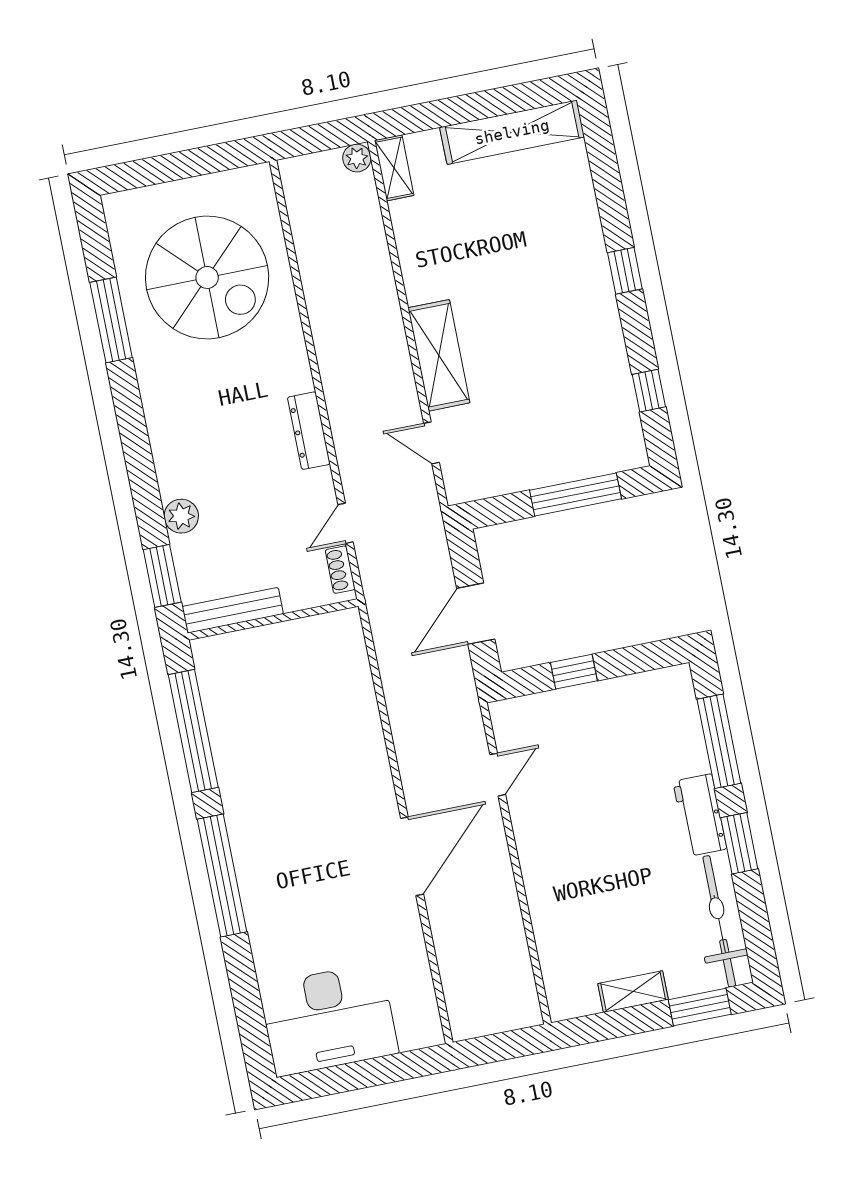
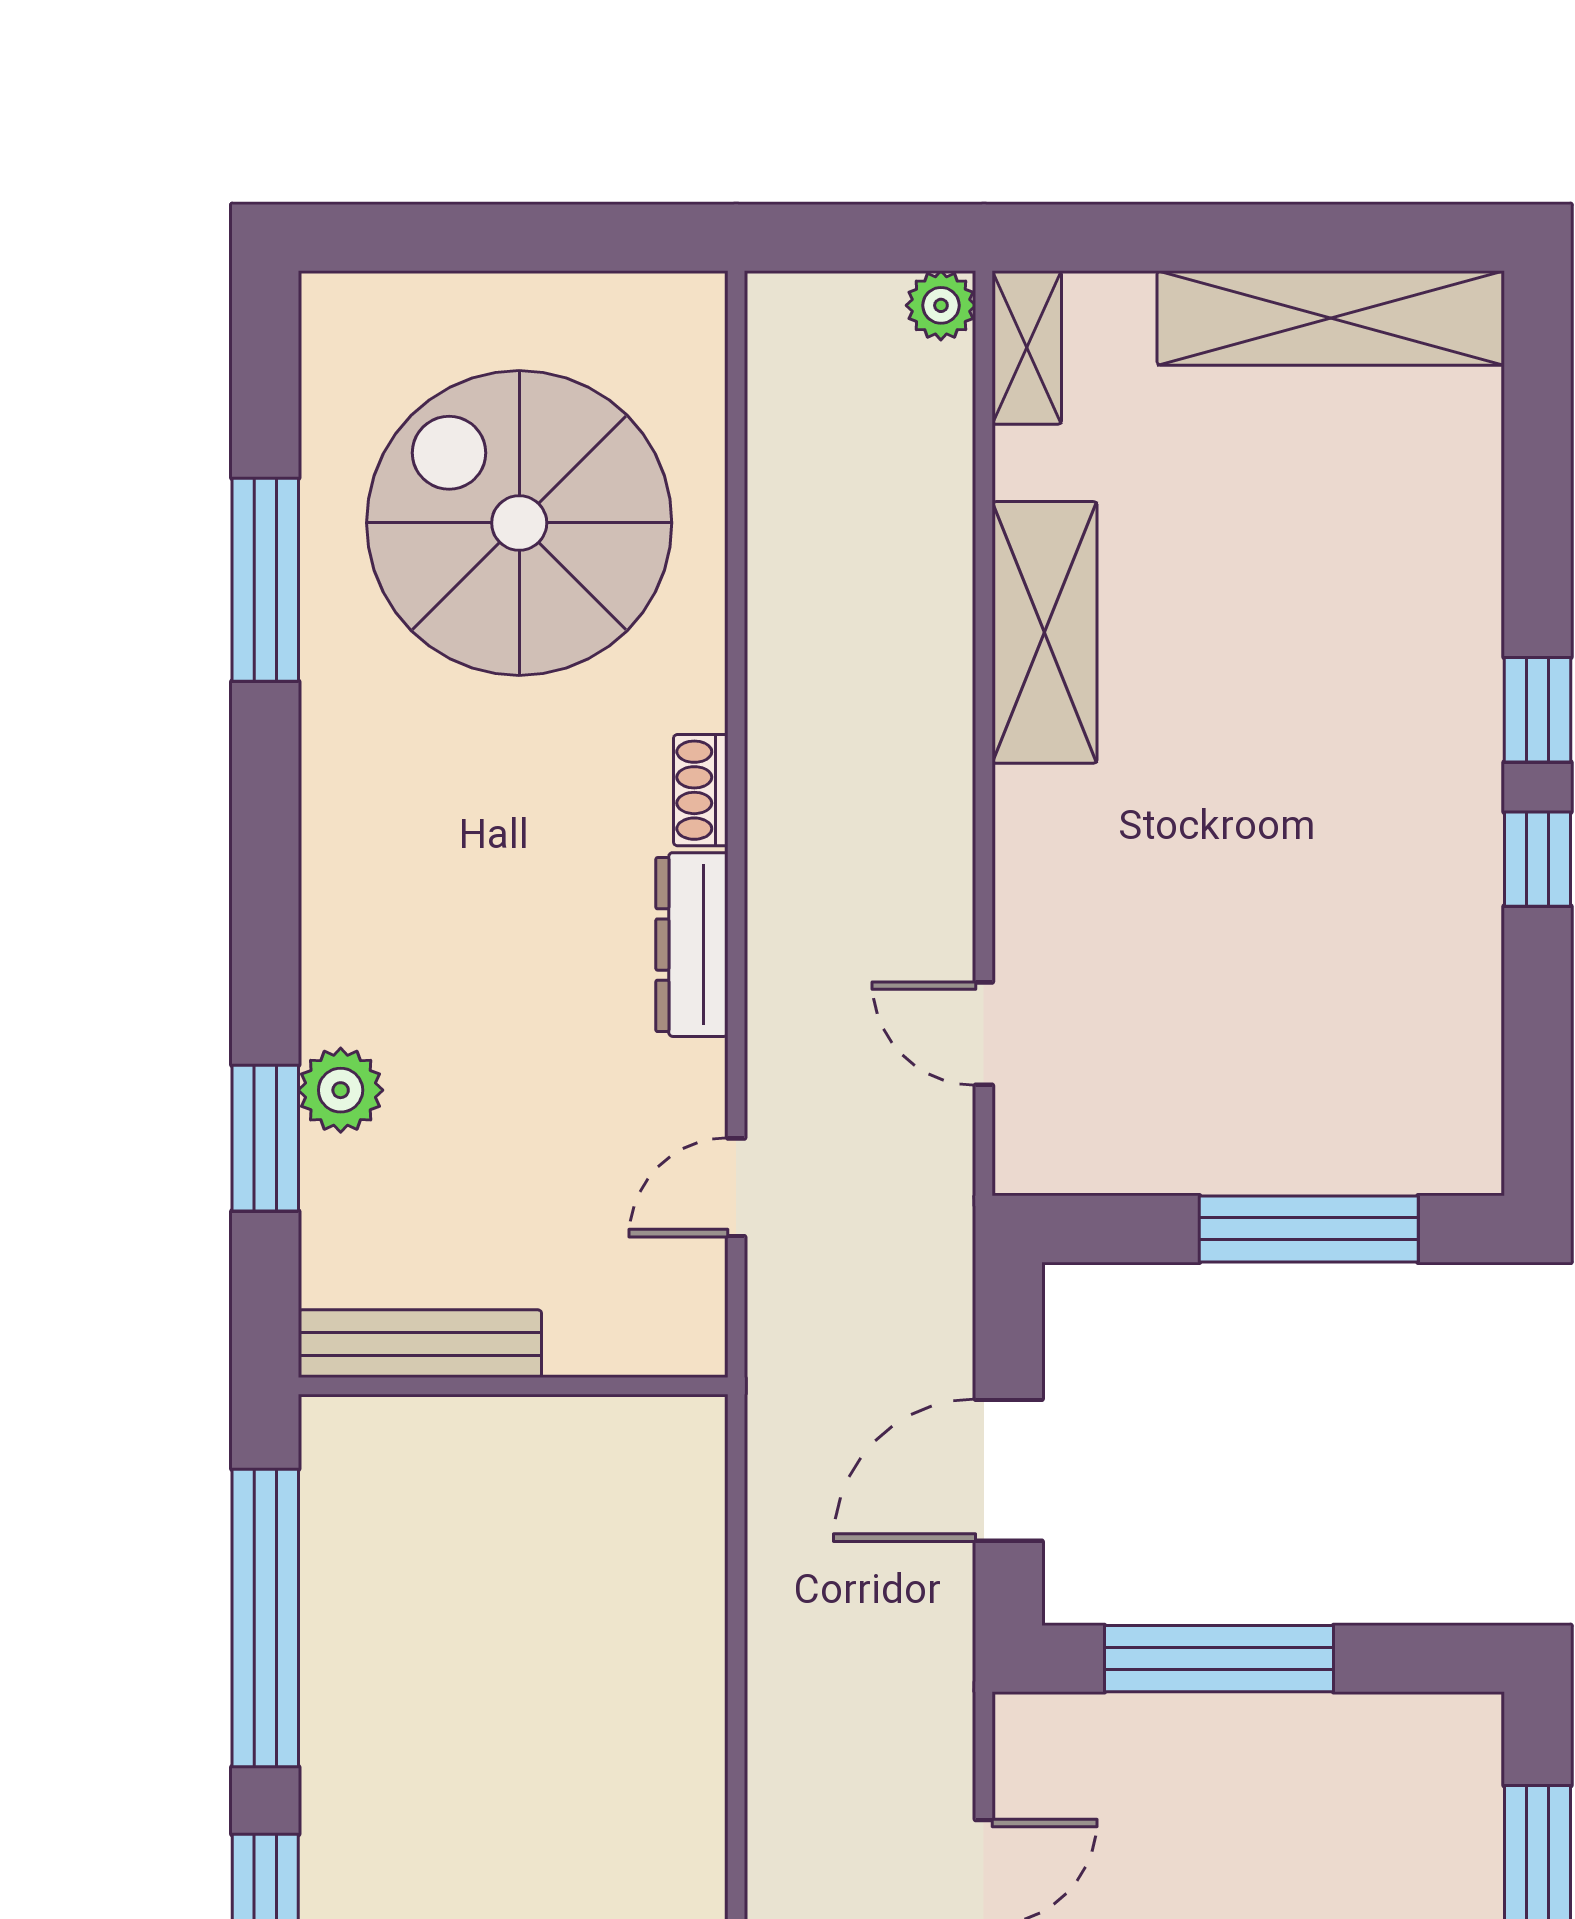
spiral stairs: (207, 277) -> (519, 523), turned 180
shelving: (439, 355) -> (1045, 632), moved
window: (649, 391) -> (1537, 859), moved
shoe rack: (340, 570) -> (701, 790), moved
window: (162, 576) -> (265, 1138), moved
window: (574, 672) -> (1219, 1659), width x2.17

